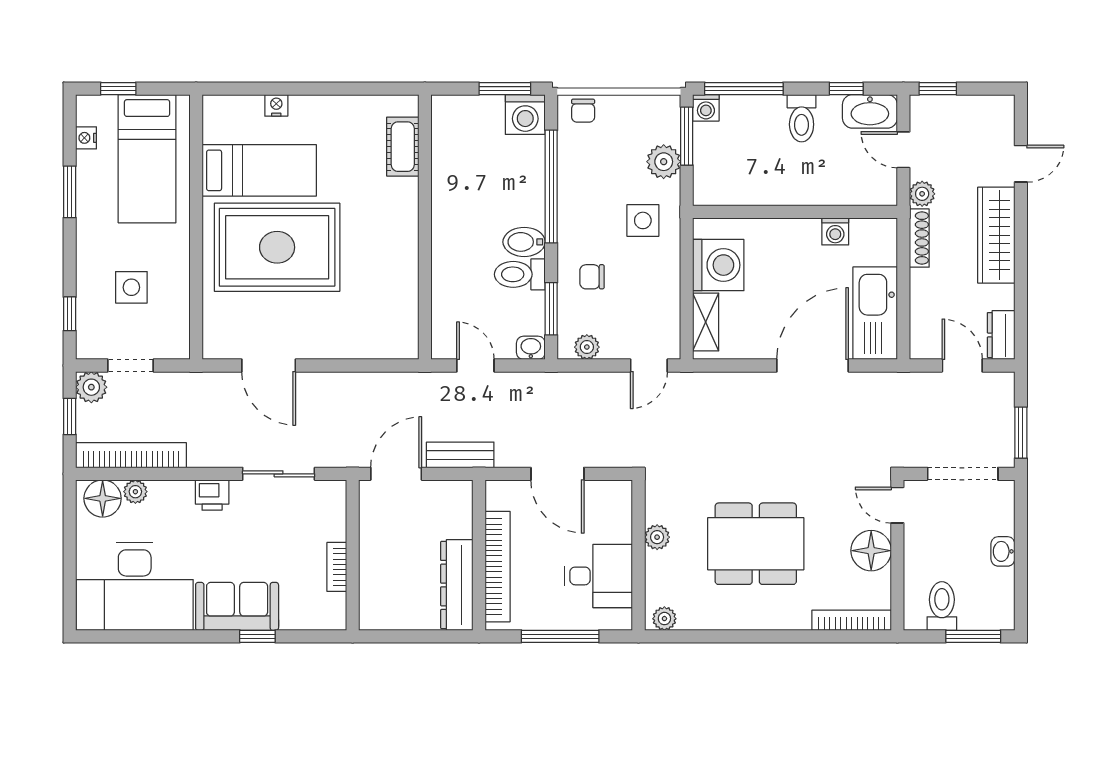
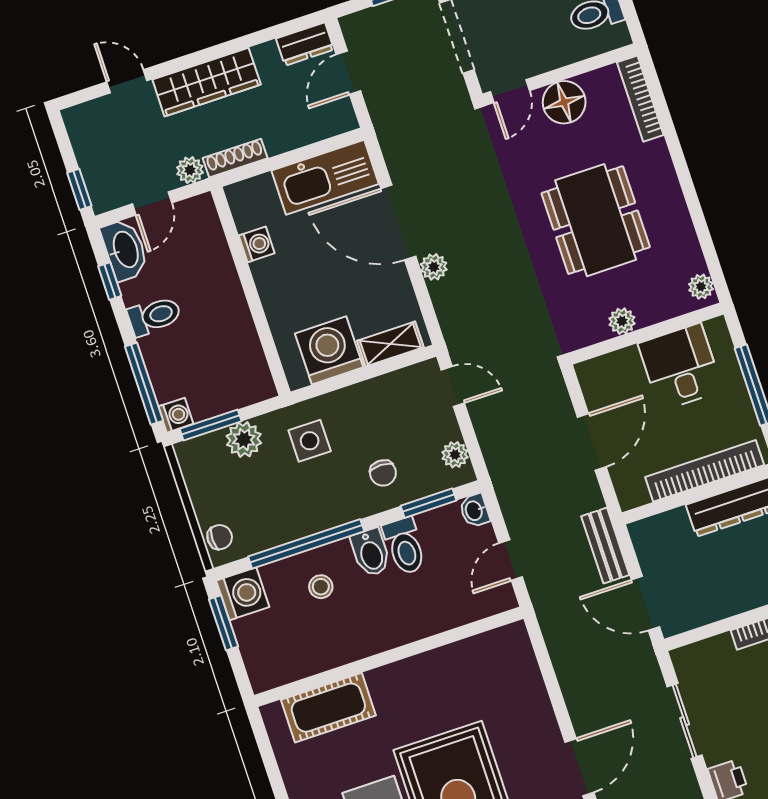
cot: (403, 147) -> (328, 708), width x1.37, depth x1.34
stool: (508, 187) -> (321, 587), added
plant: (762, 384) -> (434, 267), added

